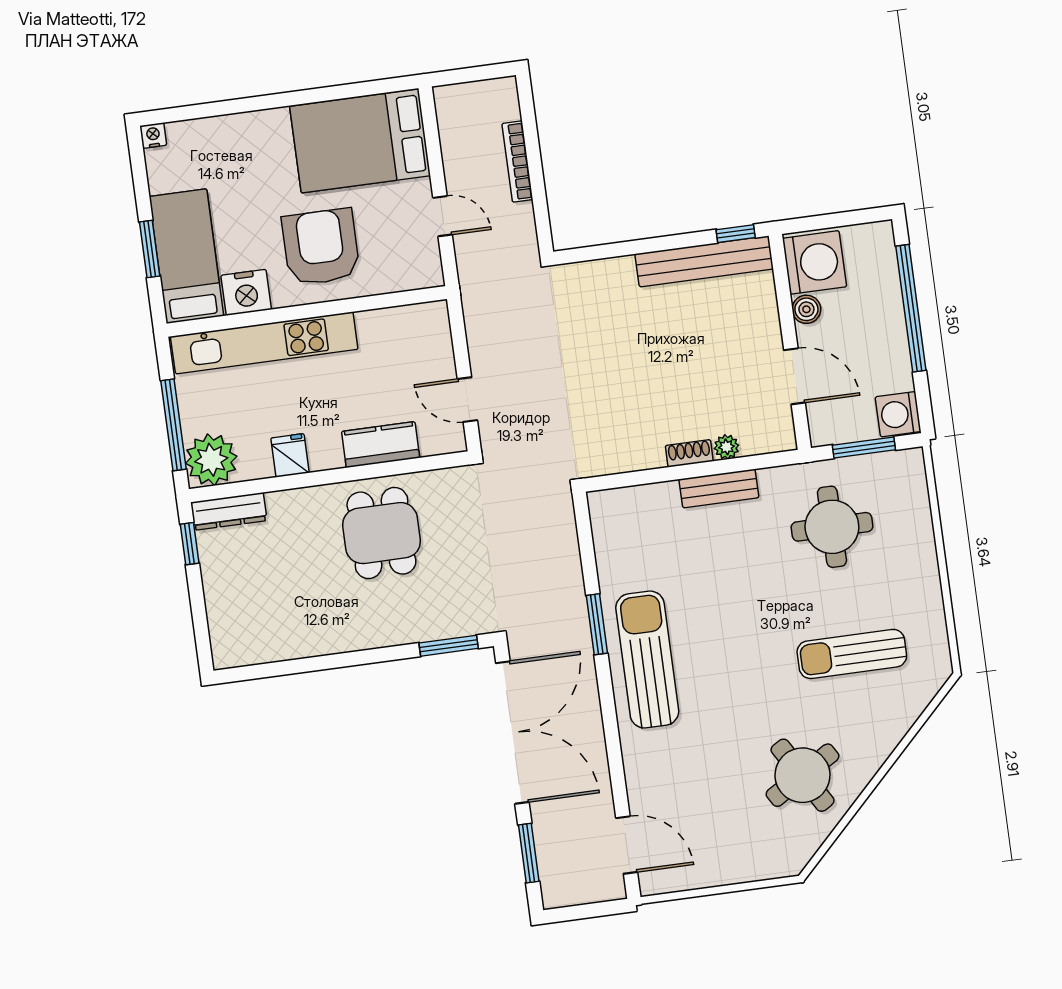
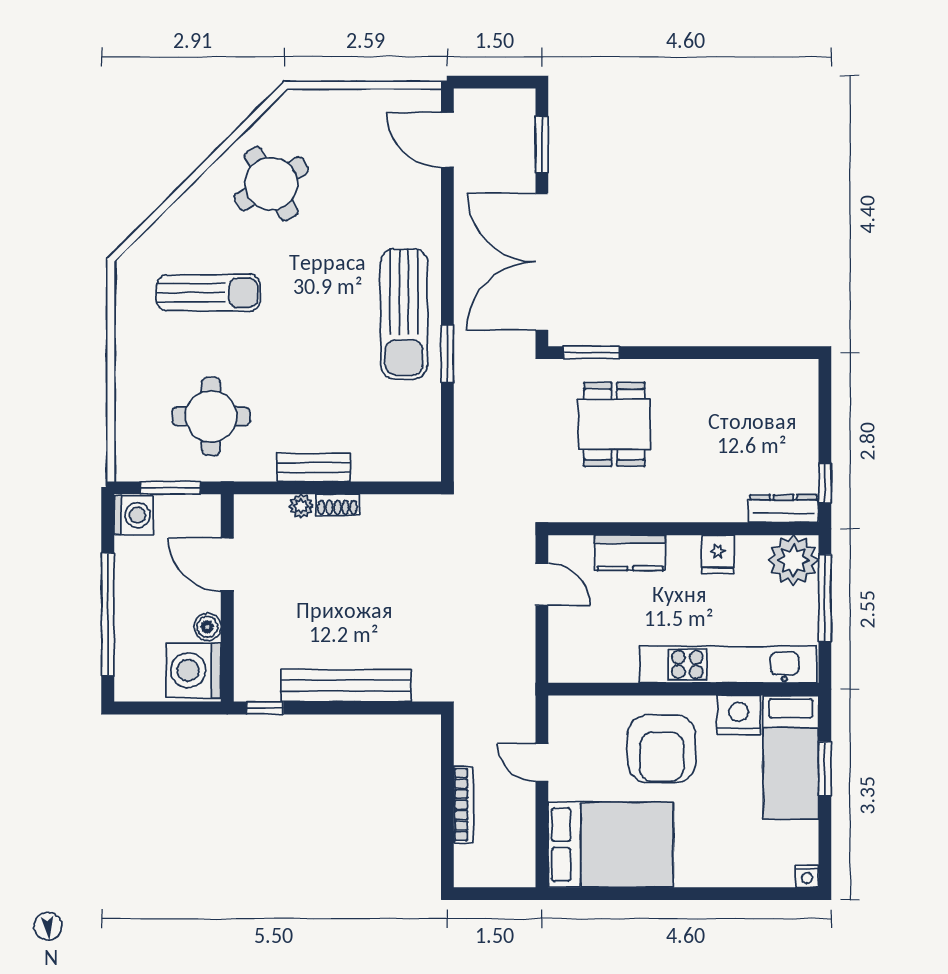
bench: (704, 261) -> (346, 686), moved
dining table: (381, 533) -> (614, 424), moved

